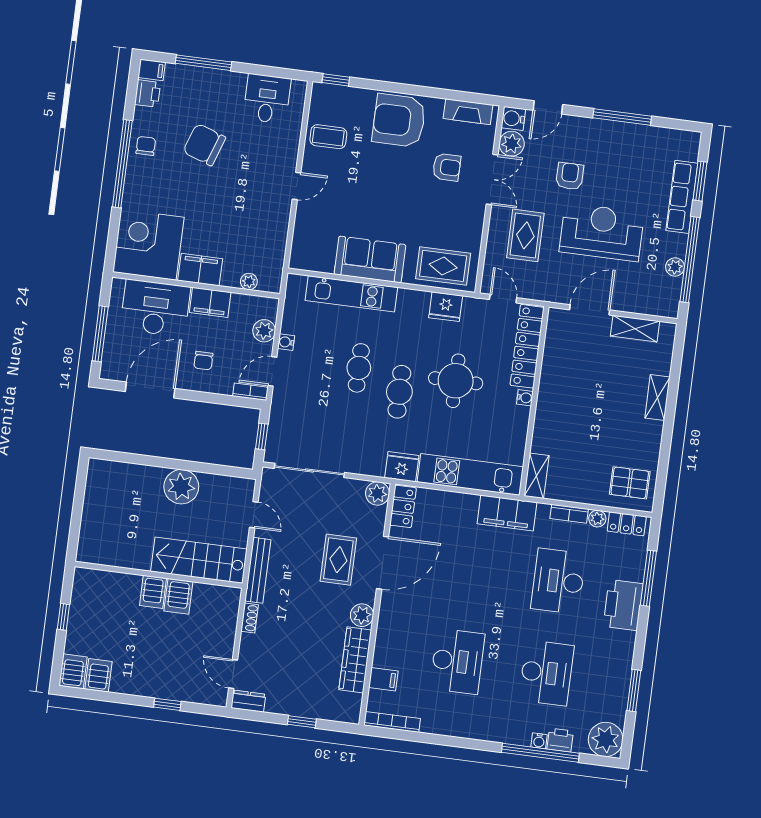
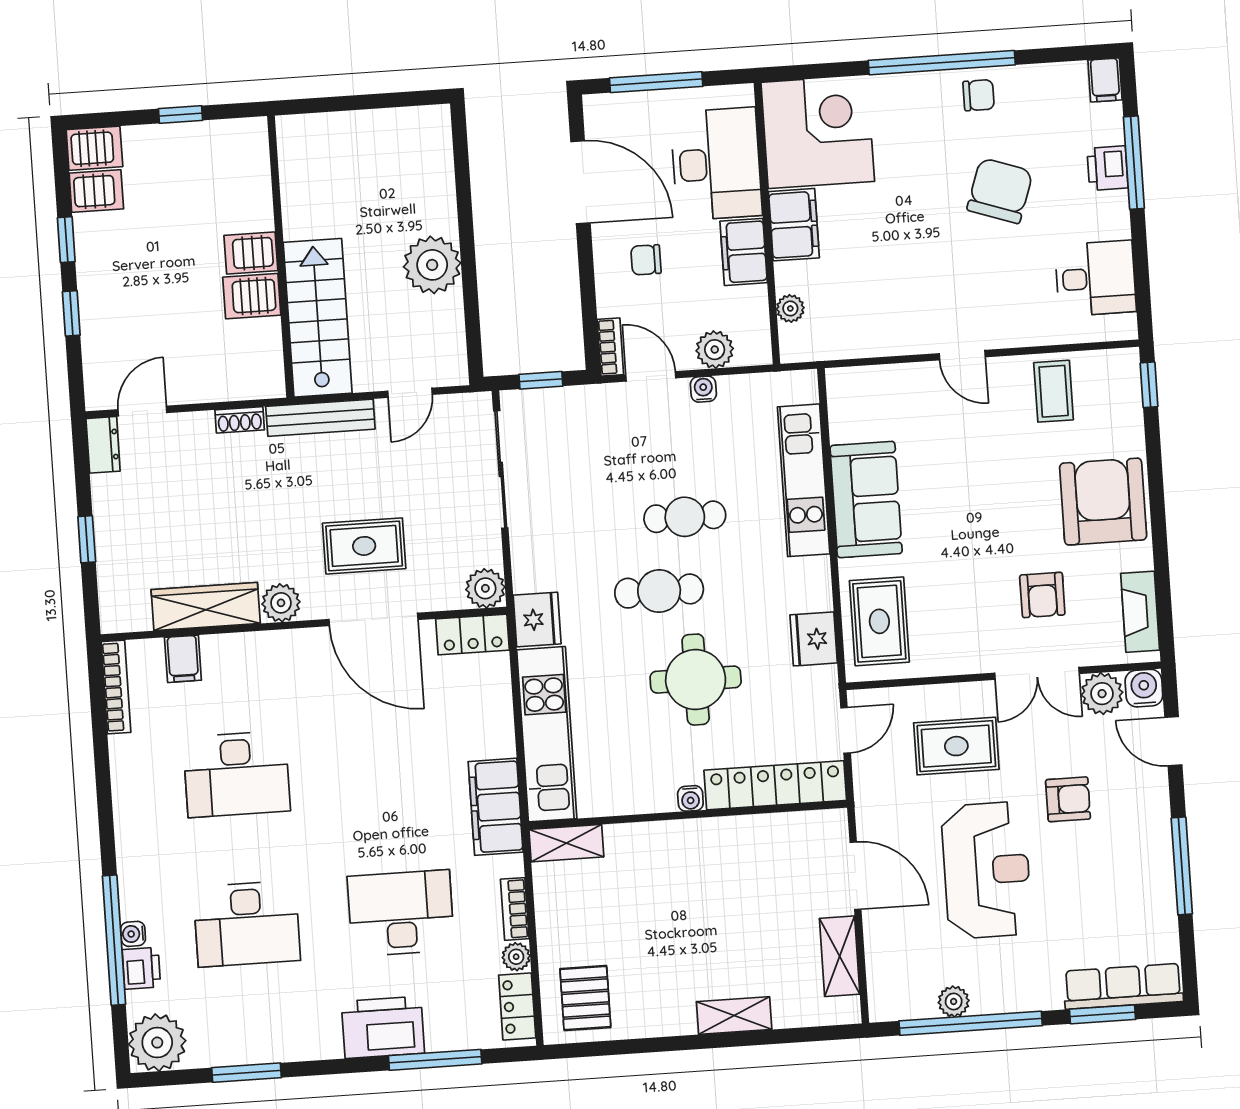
printer: (147, 93) -> (1108, 168), moved, turned 90
row of seats: (682, 197) -> (1123, 986), moved
window: (124, 699) -> (66, 240), added

